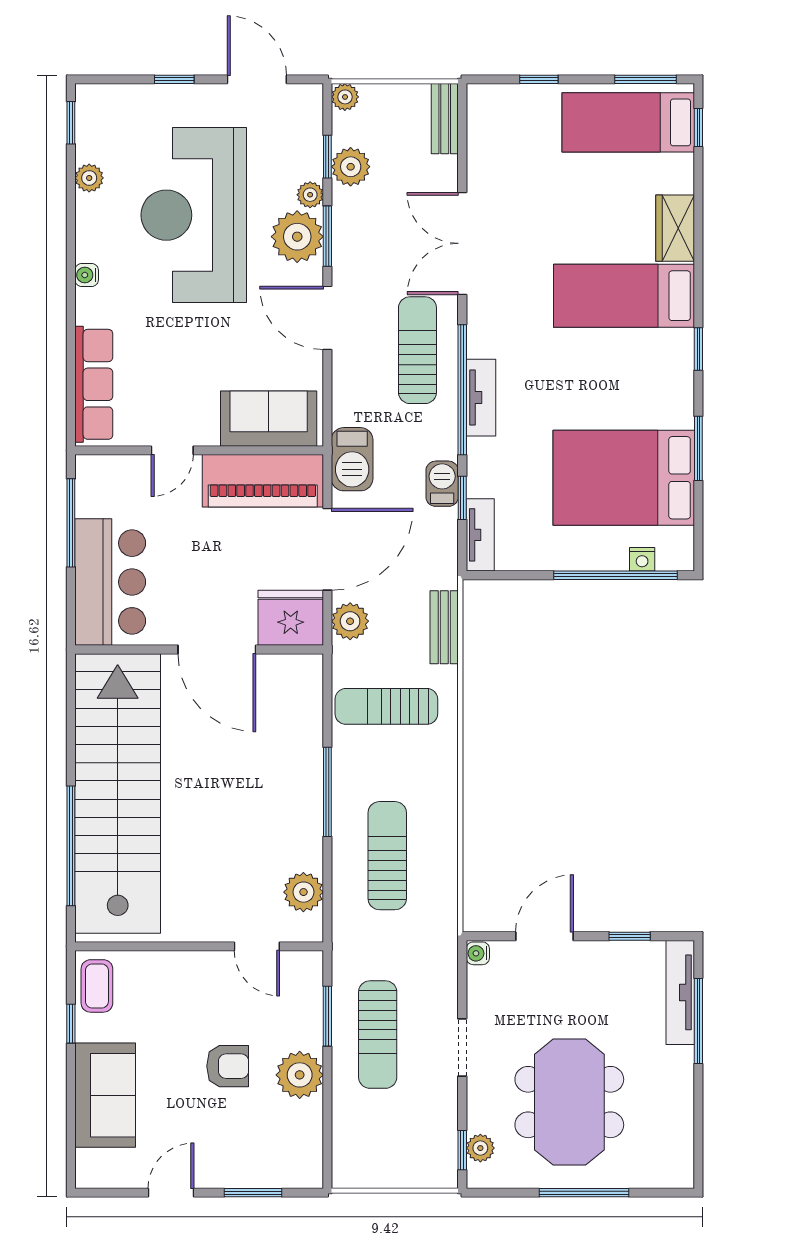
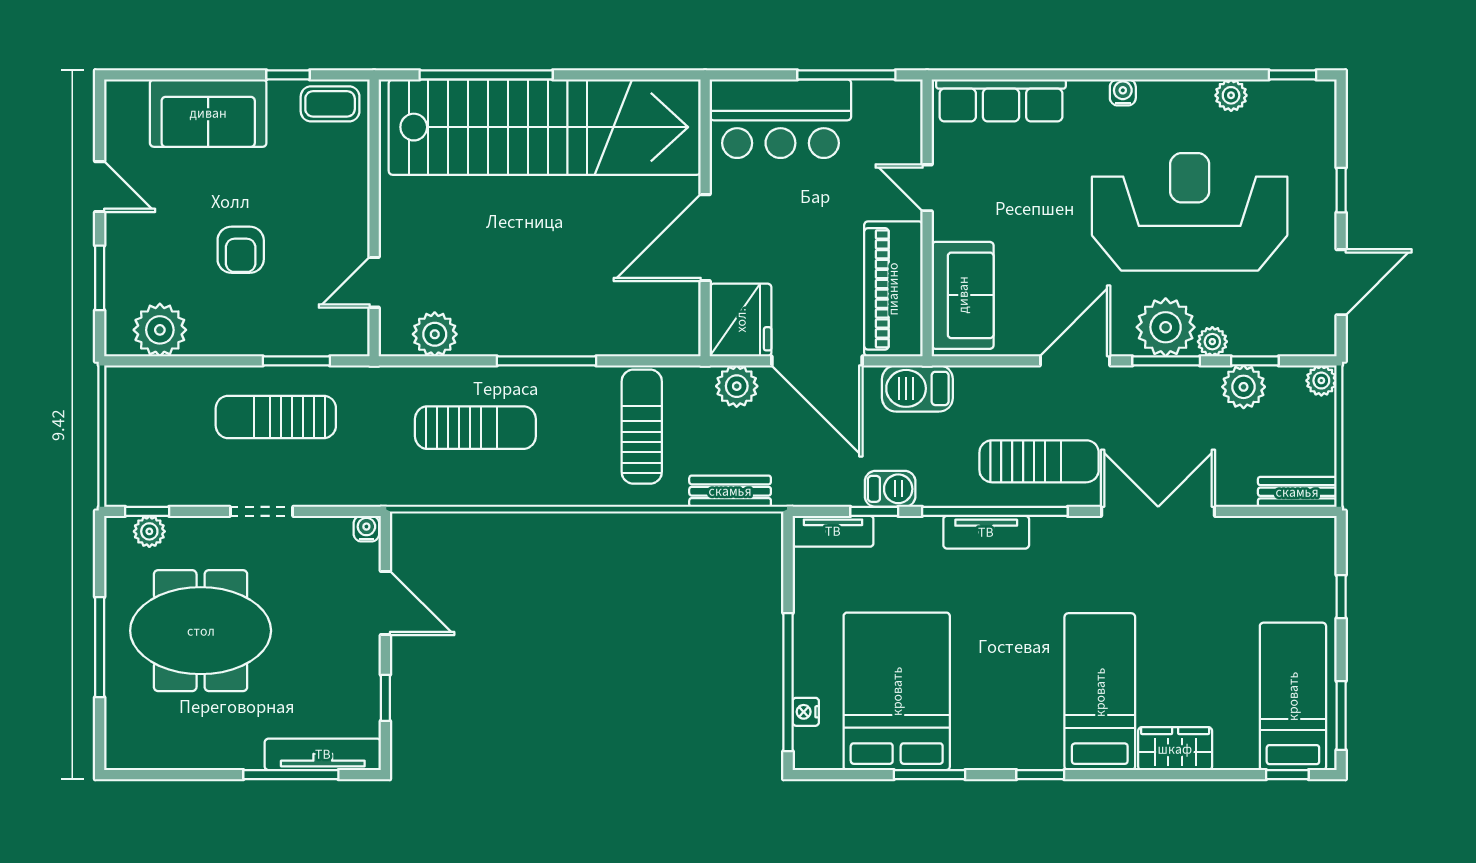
plant: (300, 1075) -> (160, 330), moved

